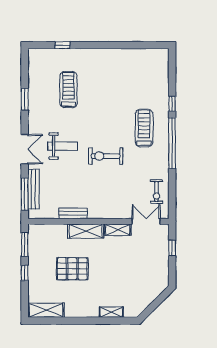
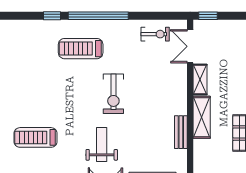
window: (172, 248) -> (208, 16), moved

